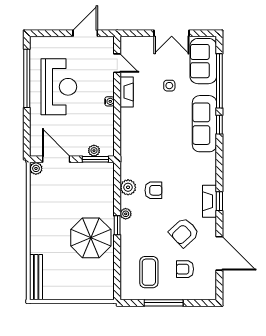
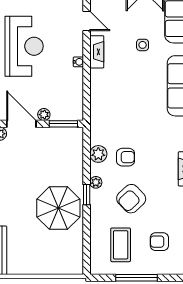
plant: (94, 151) -> (44, 115), moved
armchair: (184, 232) -> (131, 199), moved

